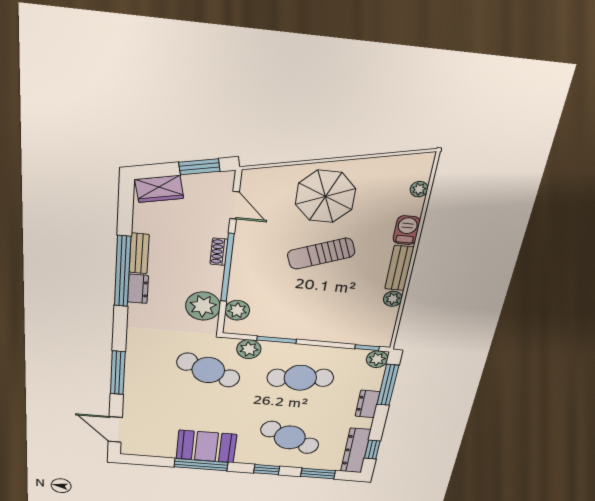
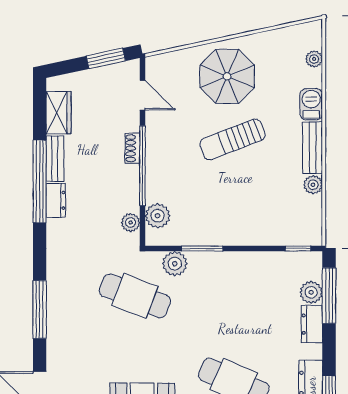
wardrobe: (159, 189) -> (59, 113), moved, turned -78
plant: (203, 306) -> (131, 222), width x0.53, depth x0.53
plant: (377, 359) -> (311, 292), moved
cafe table: (300, 378) -> (234, 296), removed

